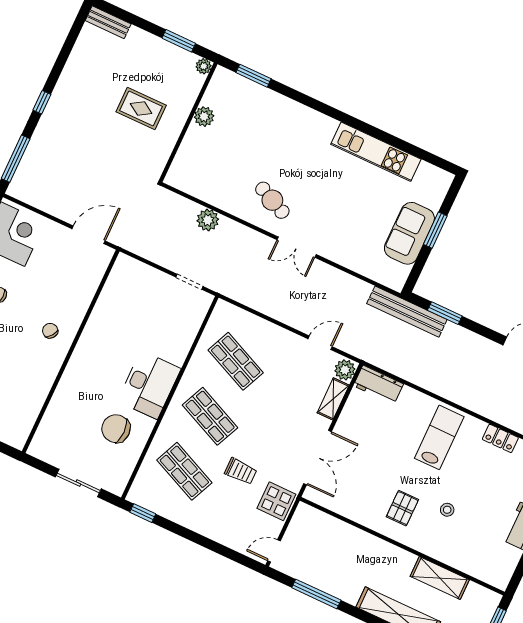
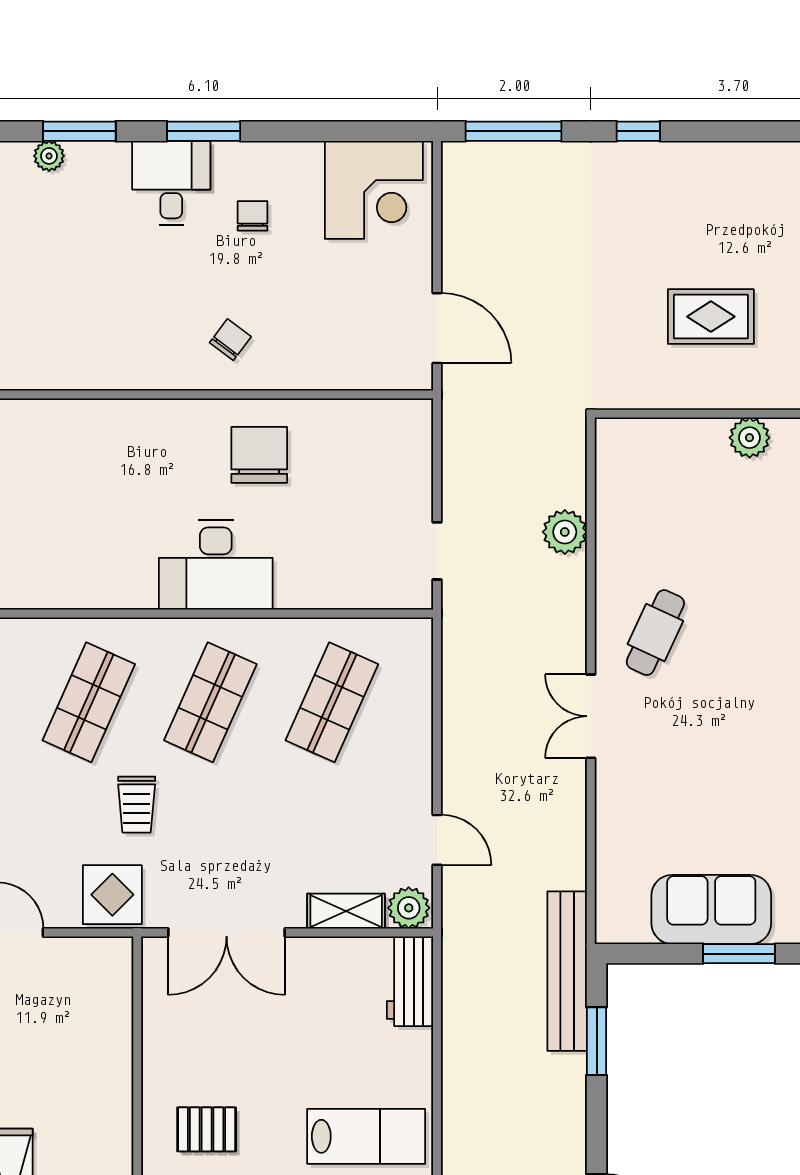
rug: (141, 108) -> (711, 317), turned 90
chair: (116, 429) -> (259, 455), moved

